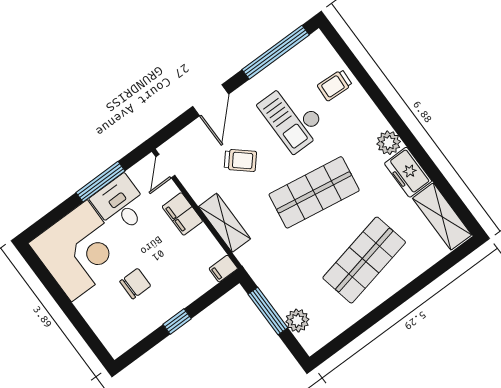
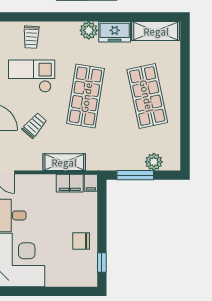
checkout: (292, 117) -> (32, 76), turned 180
filing cabinet: (182, 214) -> (70, 183), moved
chair: (135, 284) -> (81, 241), moved, turned -90
window: (177, 321) -> (102, 262), moved

